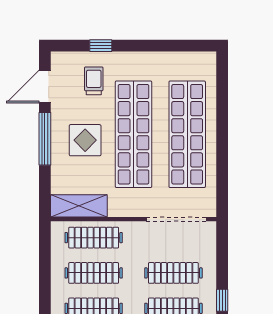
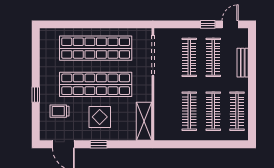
window: (101, 46) -> (36, 95), moved
window: (45, 139) -> (99, 144), width x0.46
clothes rail: (94, 238) -> (165, 111), removed

